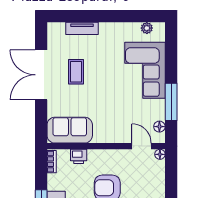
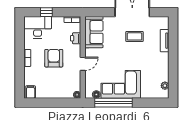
corner sofa: (145, 70) -> (121, 84), moved
window: (171, 102) -> (114, 103), width x1.46
door: (142, 146) -> (83, 64), moved

